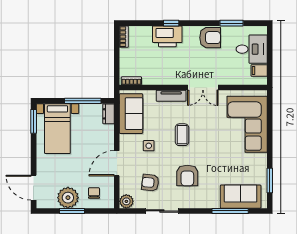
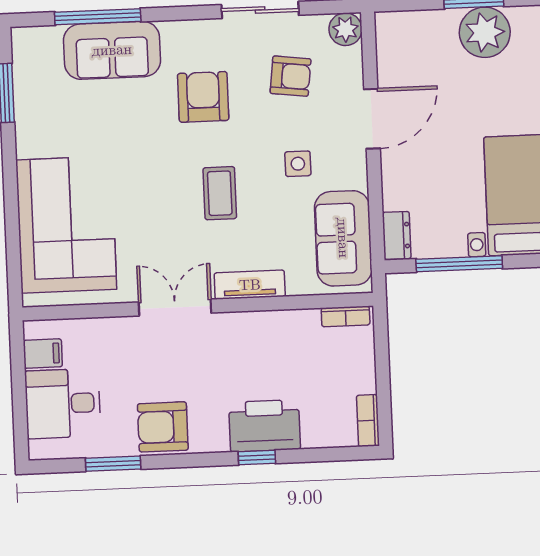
chair: (94, 193) -> (423, 46), removed
sofa: (241, 197) -> (112, 50), moved

